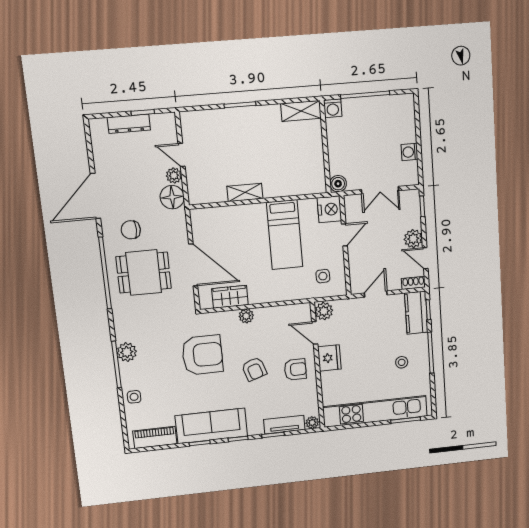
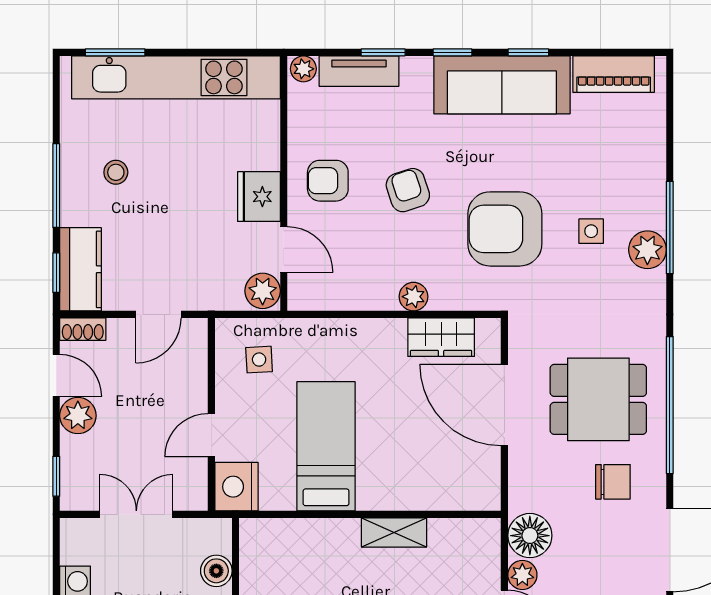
boiler: (338, 184) -> (216, 571), moved
side table: (134, 397) -> (591, 231), moved

